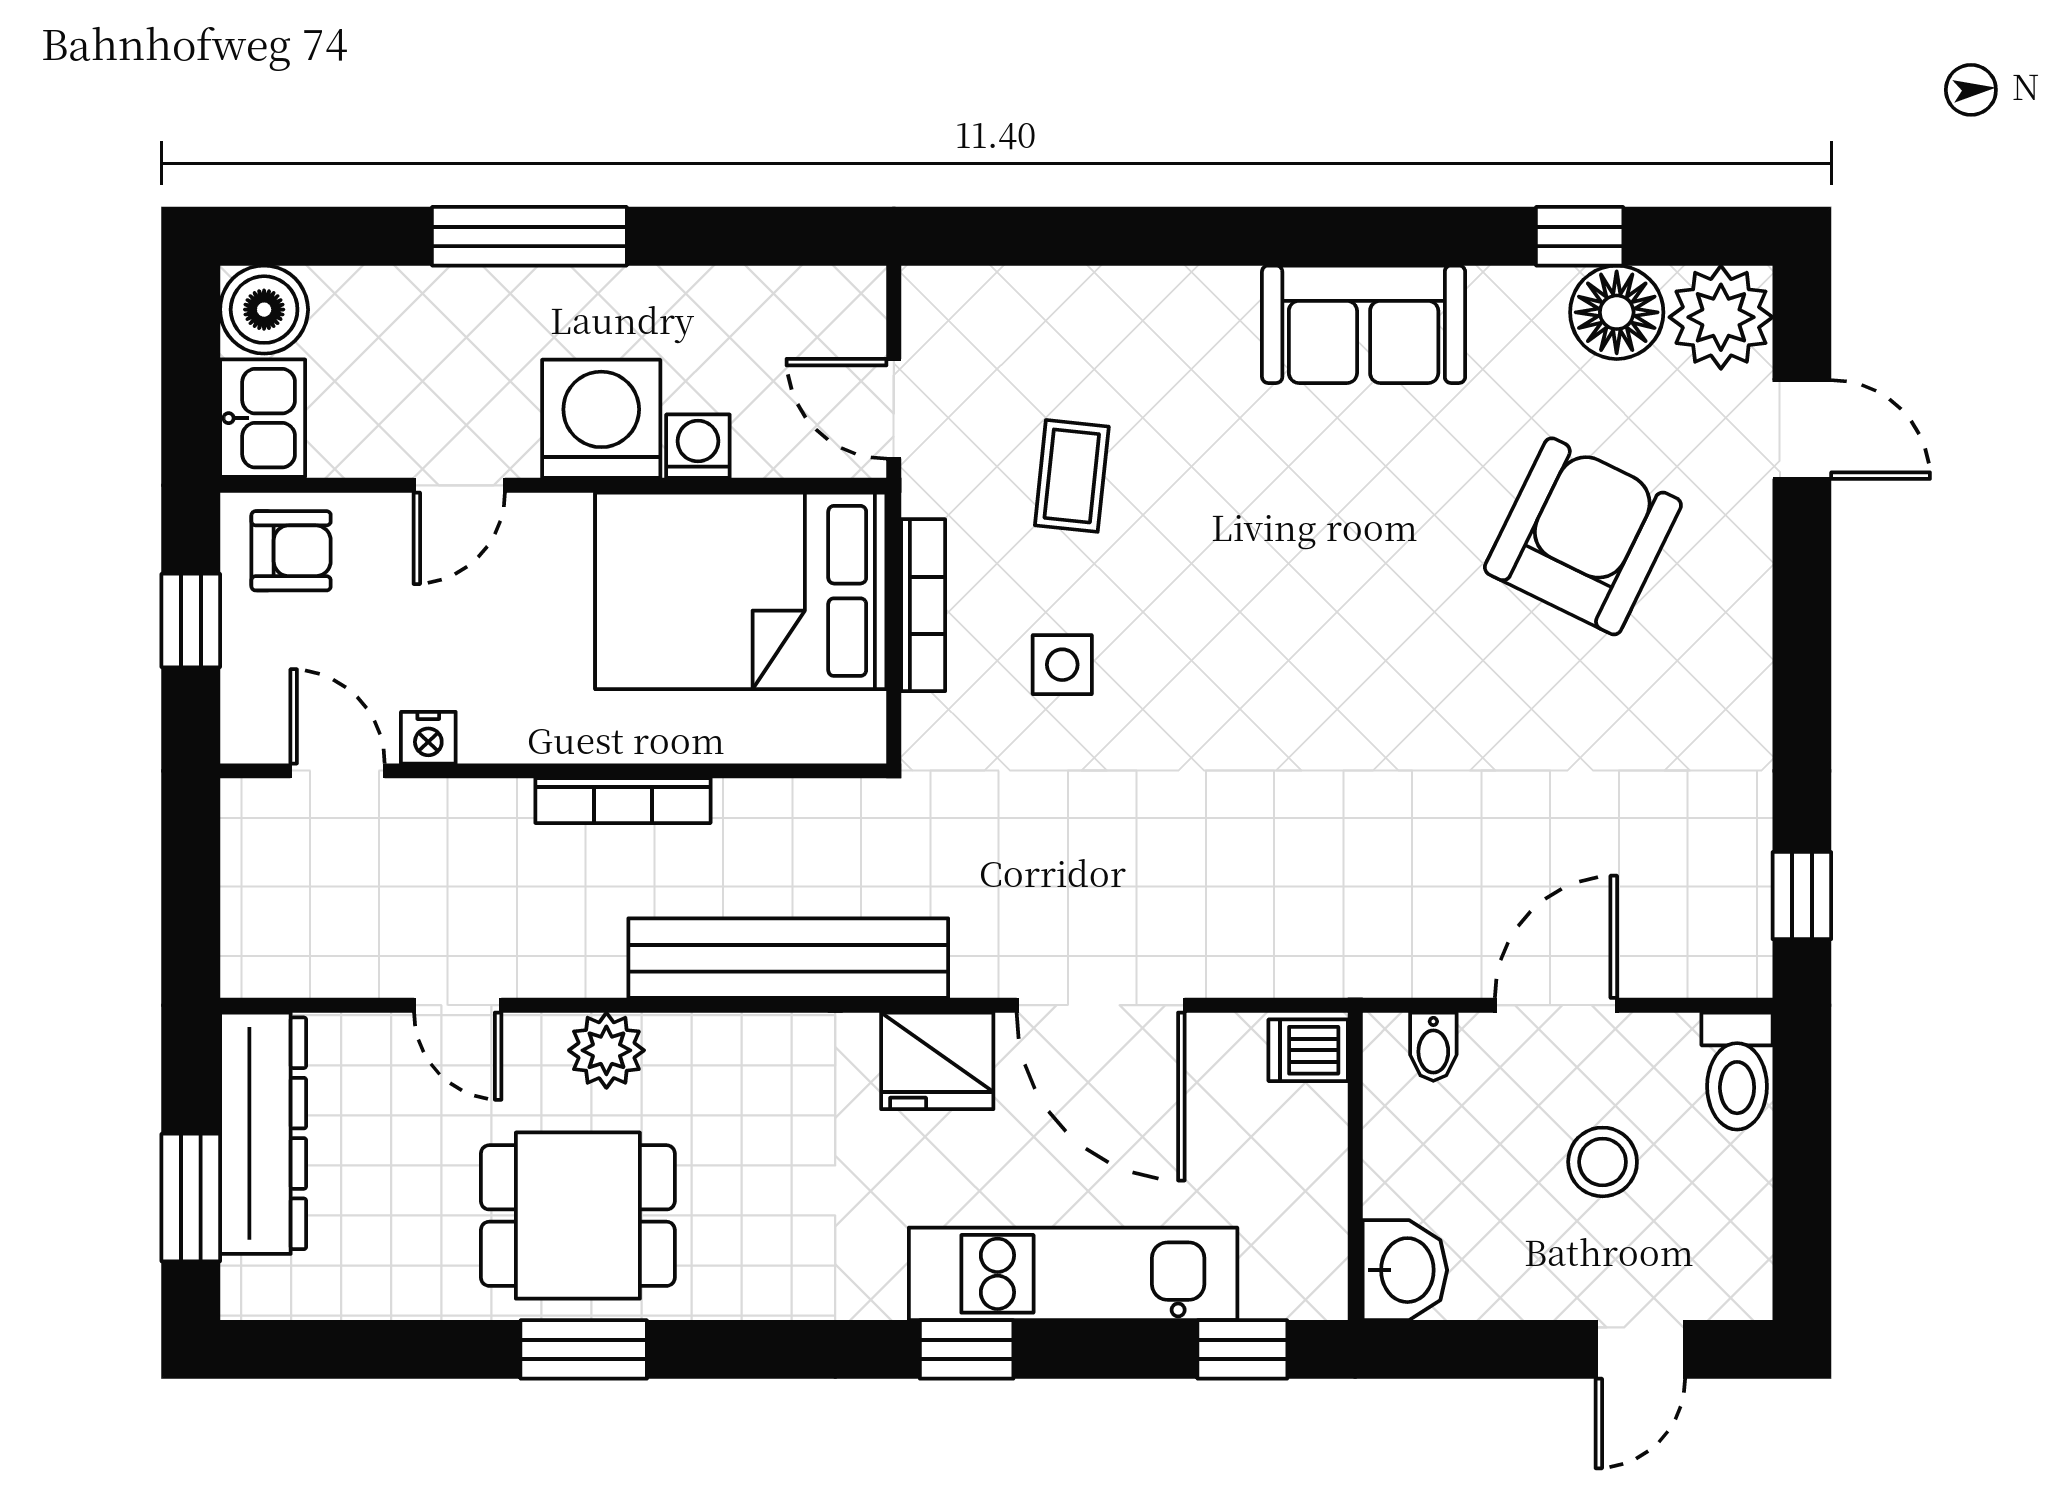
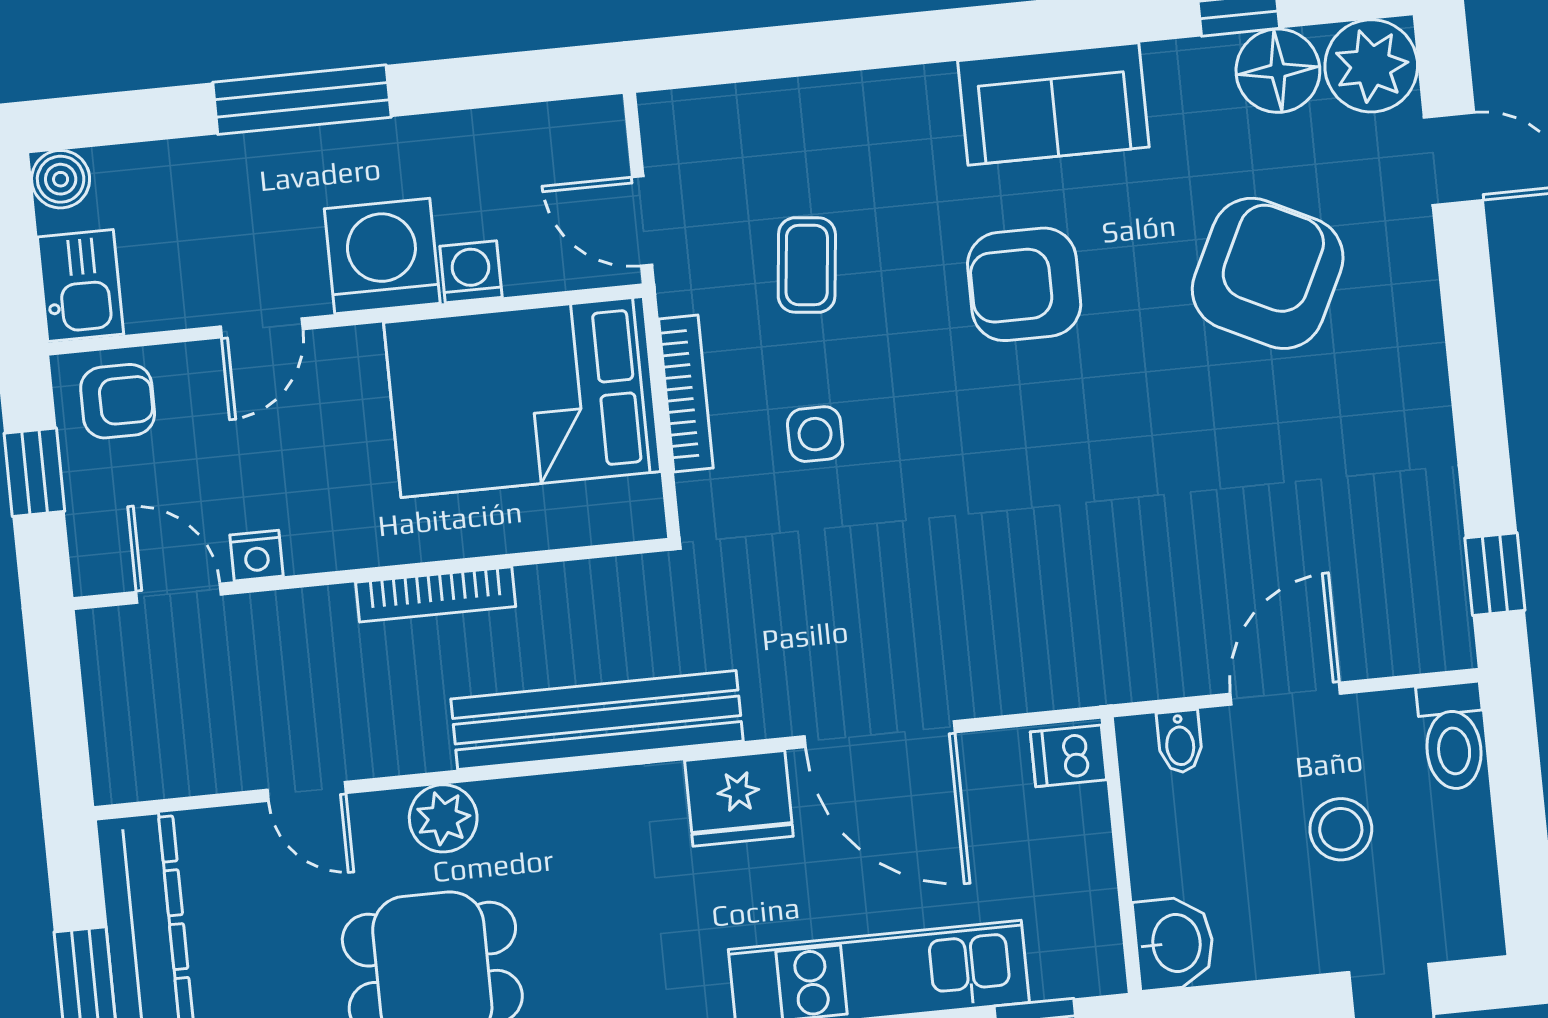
boiler: (264, 310) -> (61, 179), width x0.73, depth x0.73
armchair: (1311, 521) -> (1024, 284), added

